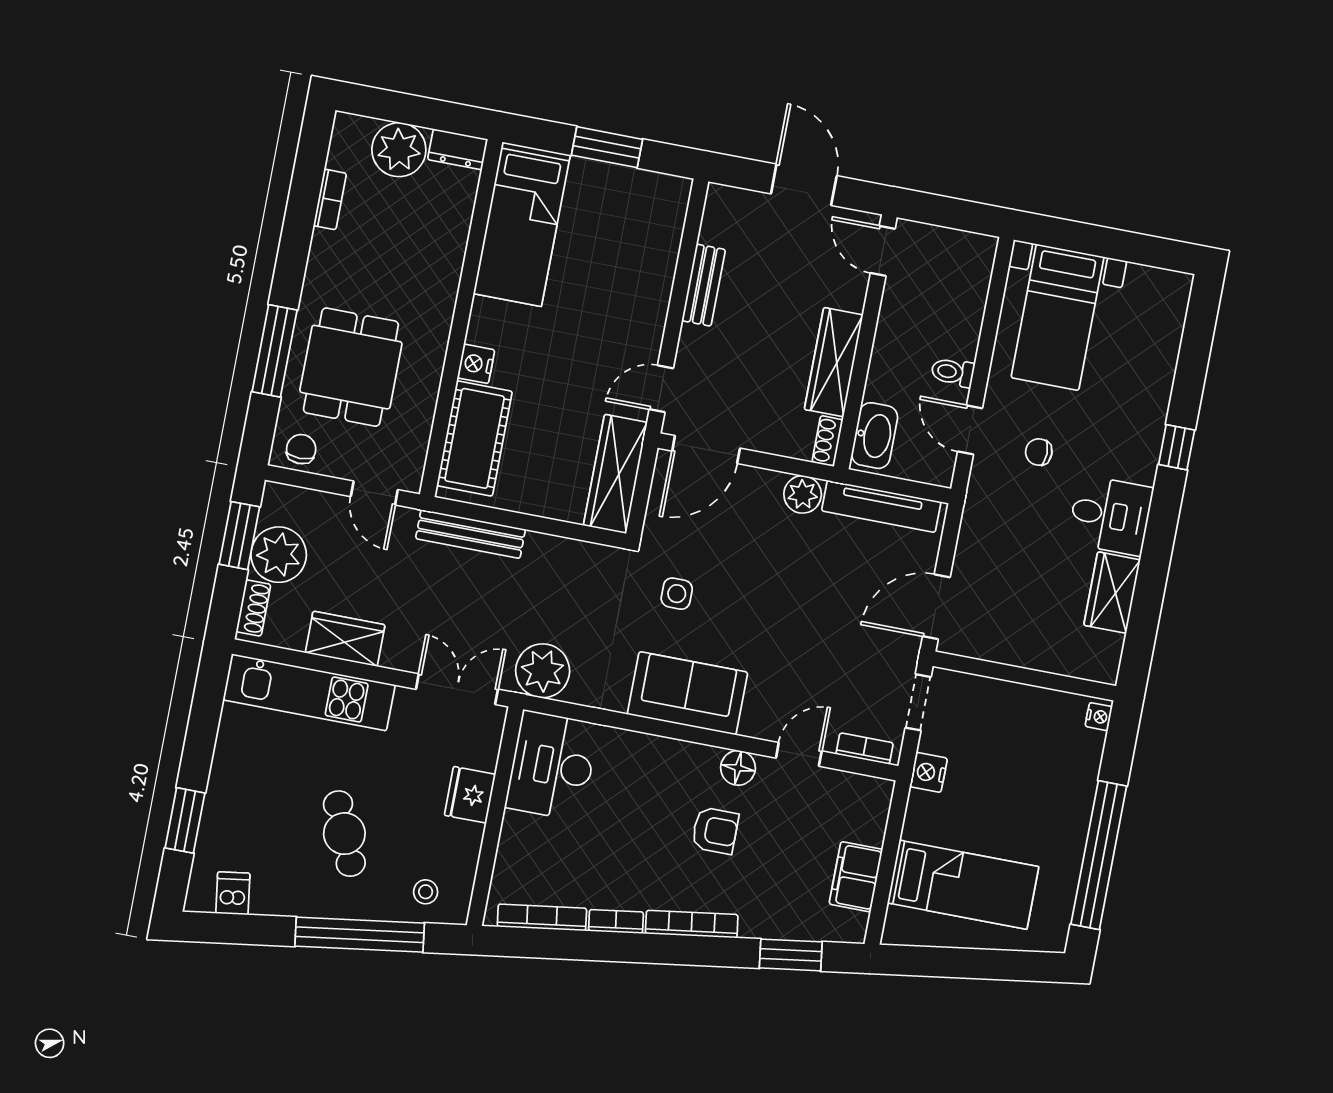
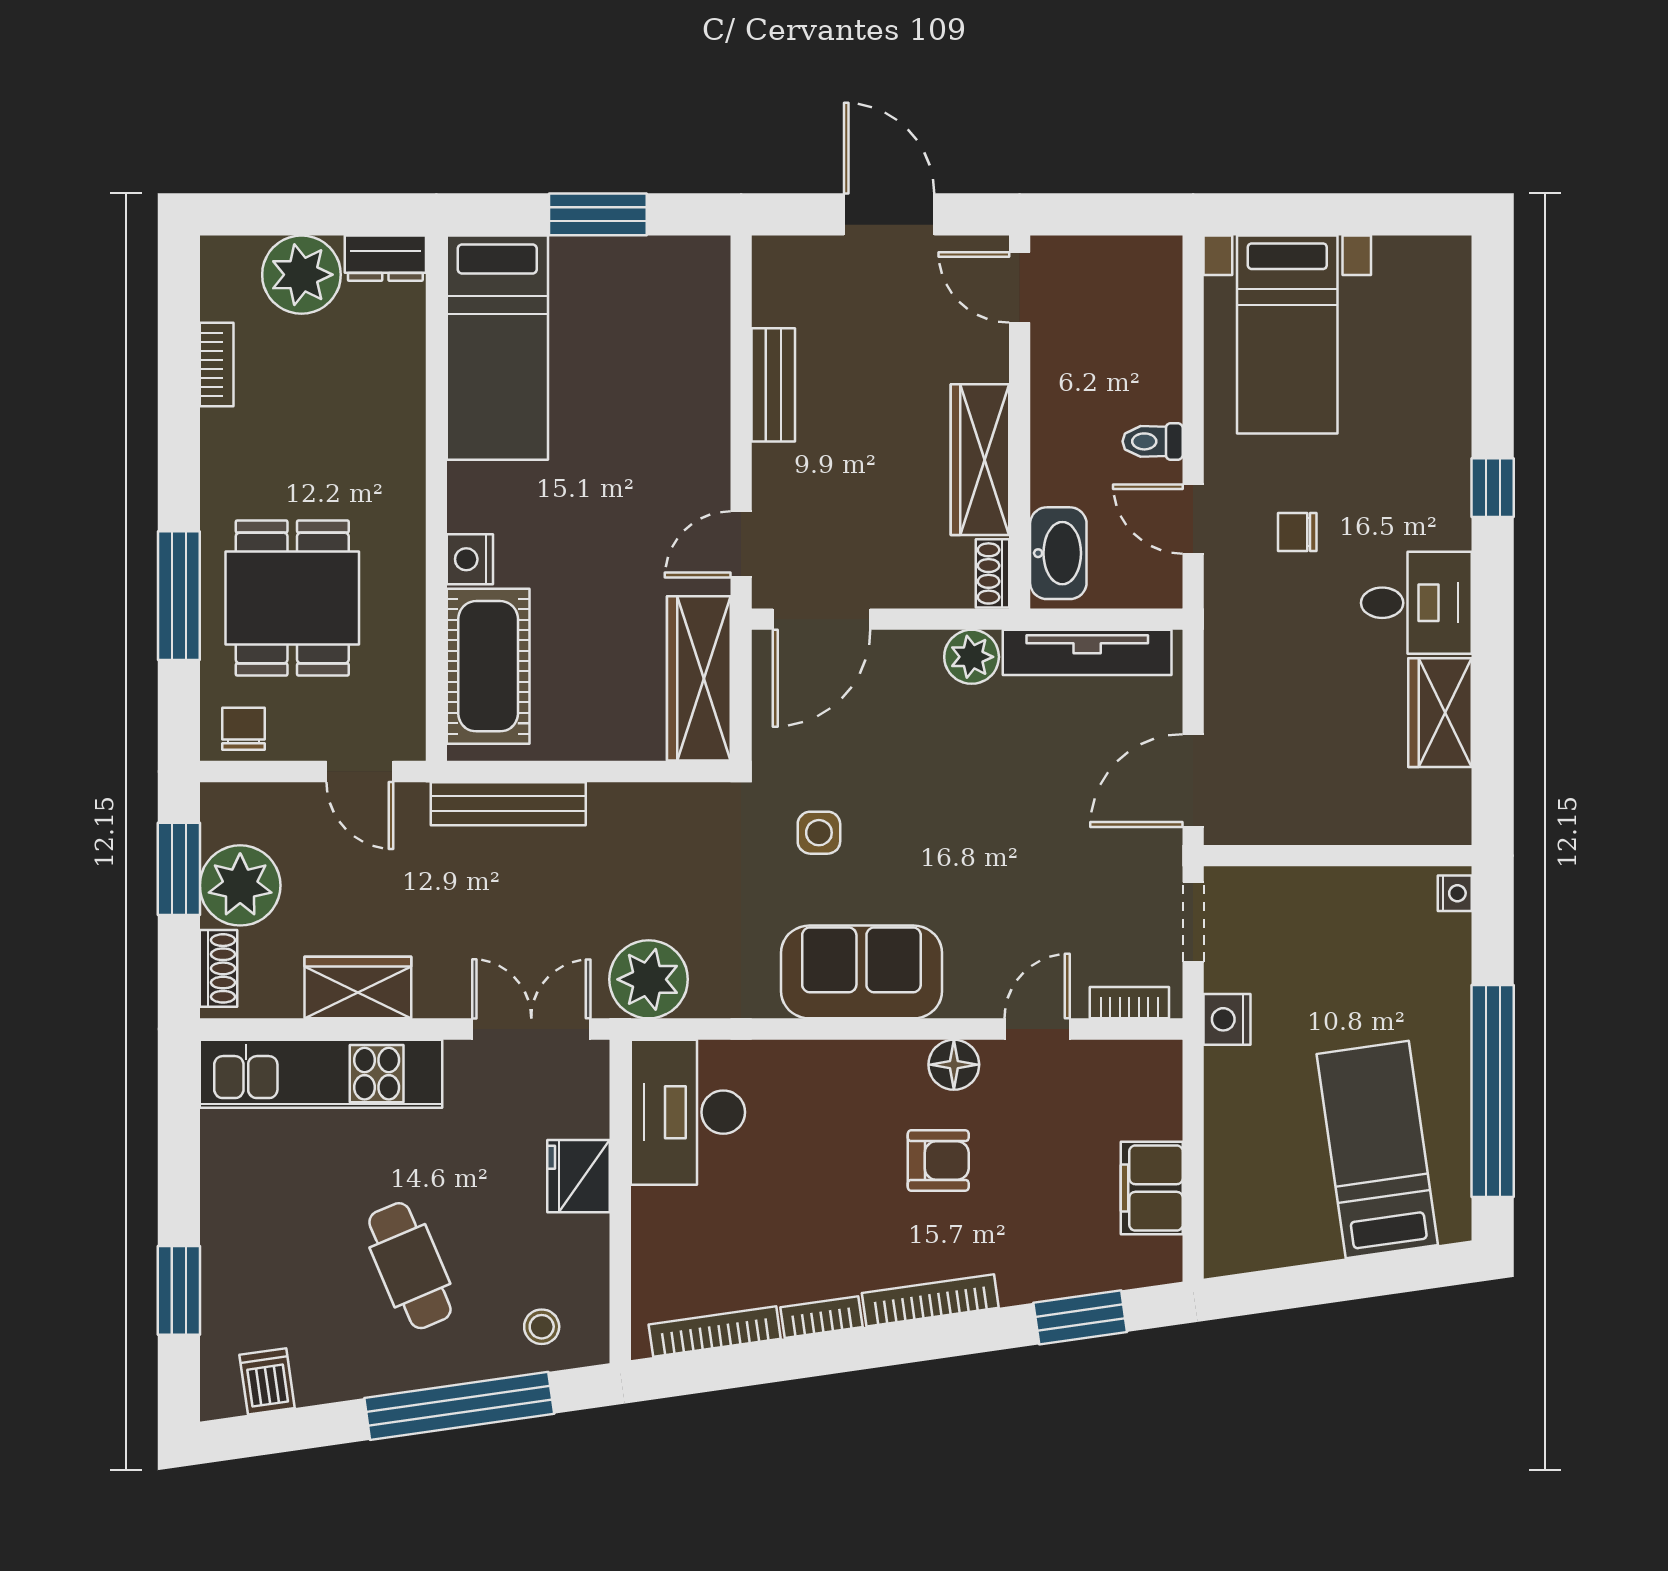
bed: (963, 885) -> (1377, 1150), moved, turned -98

